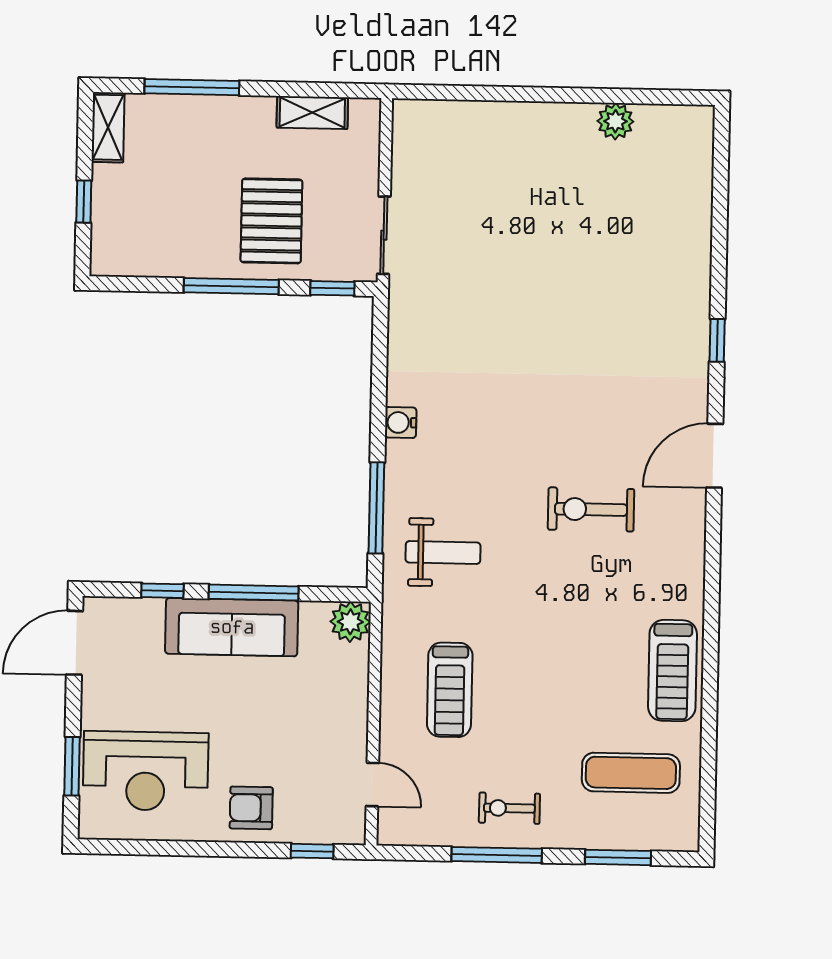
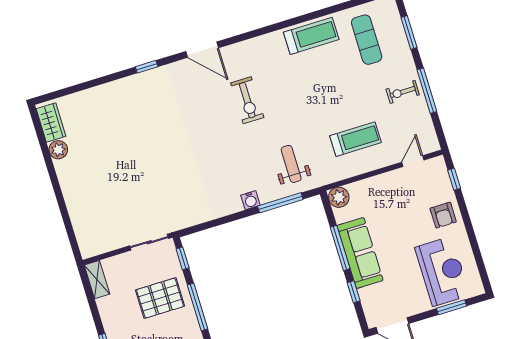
shelving: (312, 113) -> (97, 280), moved
wardrobe: (672, 125) -> (51, 122), added
water cooler: (401, 423) -> (250, 200), moved
exercise bike: (509, 808) -> (403, 92), turned 90

